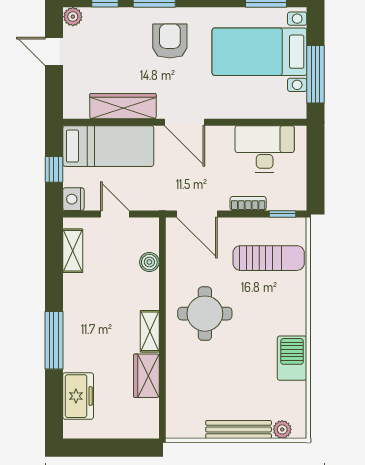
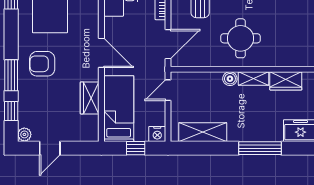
wardrobe: (123, 106) -> (90, 98), width x0.67
door: (185, 122) -> (101, 53), hinge flipped
door: (115, 214) -> (168, 90), moved
shelving: (73, 251) -> (203, 132), width x1.50, depth x1.33
boiler: (149, 262) -> (230, 79), moved

